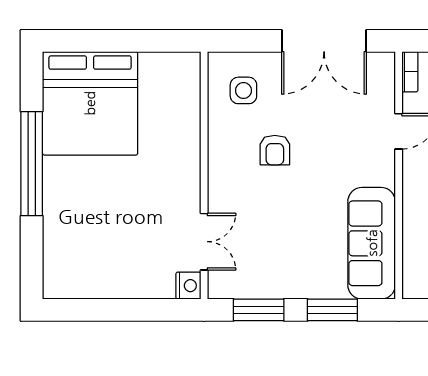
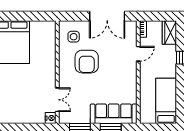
armchair: (275, 150) -> (87, 62), width x1.88, depth x1.88
sofa: (372, 243) -> (114, 114), moved, turned 90

